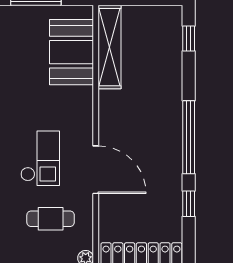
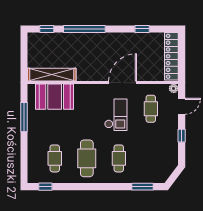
window: (189, 137) -> (84, 29), moved
checkout: (40, 158) -> (116, 115), turned 90

